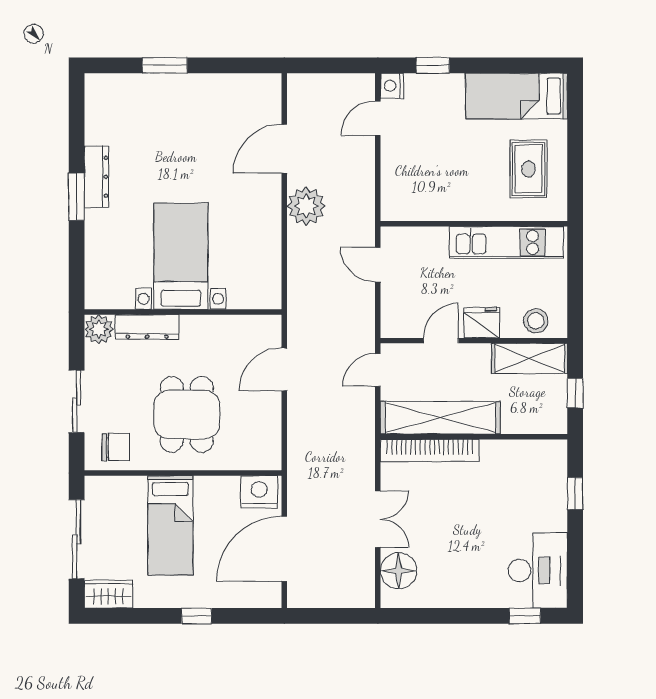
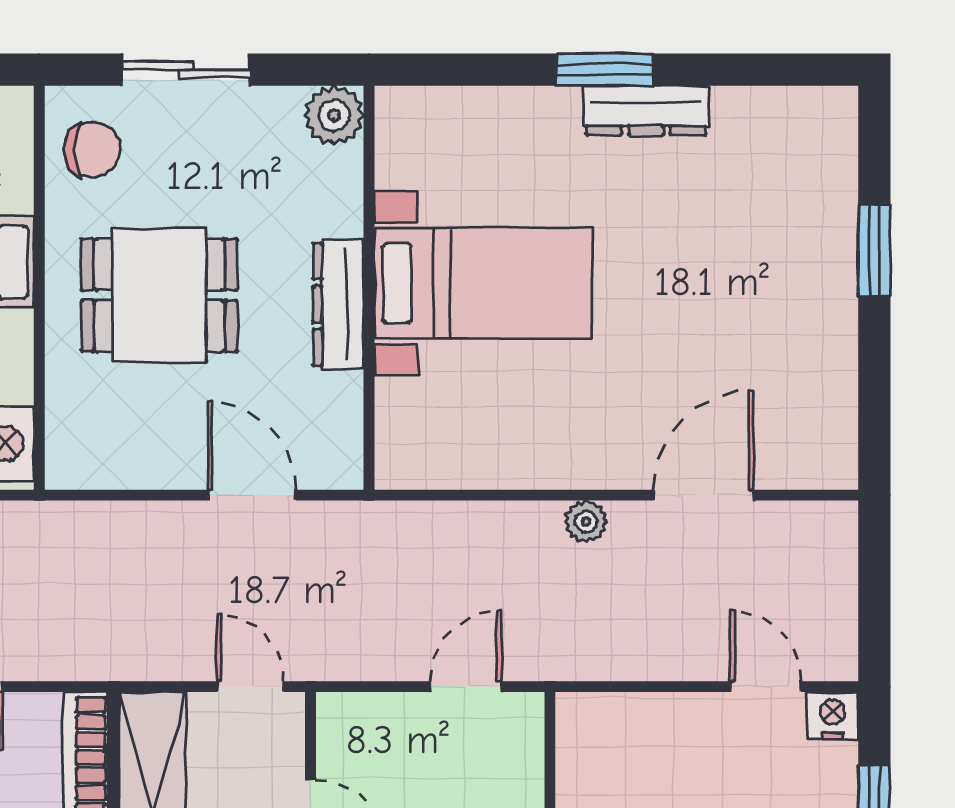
door: (284, 149) -> (704, 495), hinge flipped
plant: (306, 206) -> (586, 522), width x0.53, depth x0.53
dresser: (147, 327) -> (338, 304), moved
chair: (116, 447) -> (92, 150), turned -90

